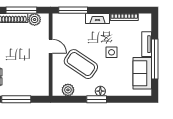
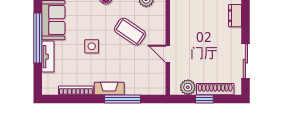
window: (21, 10) -> (204, 99), width x0.46
window: (73, 10) -> (123, 99), moved
coffee table: (81, 64) -> (130, 32), width x0.73, depth x0.76

